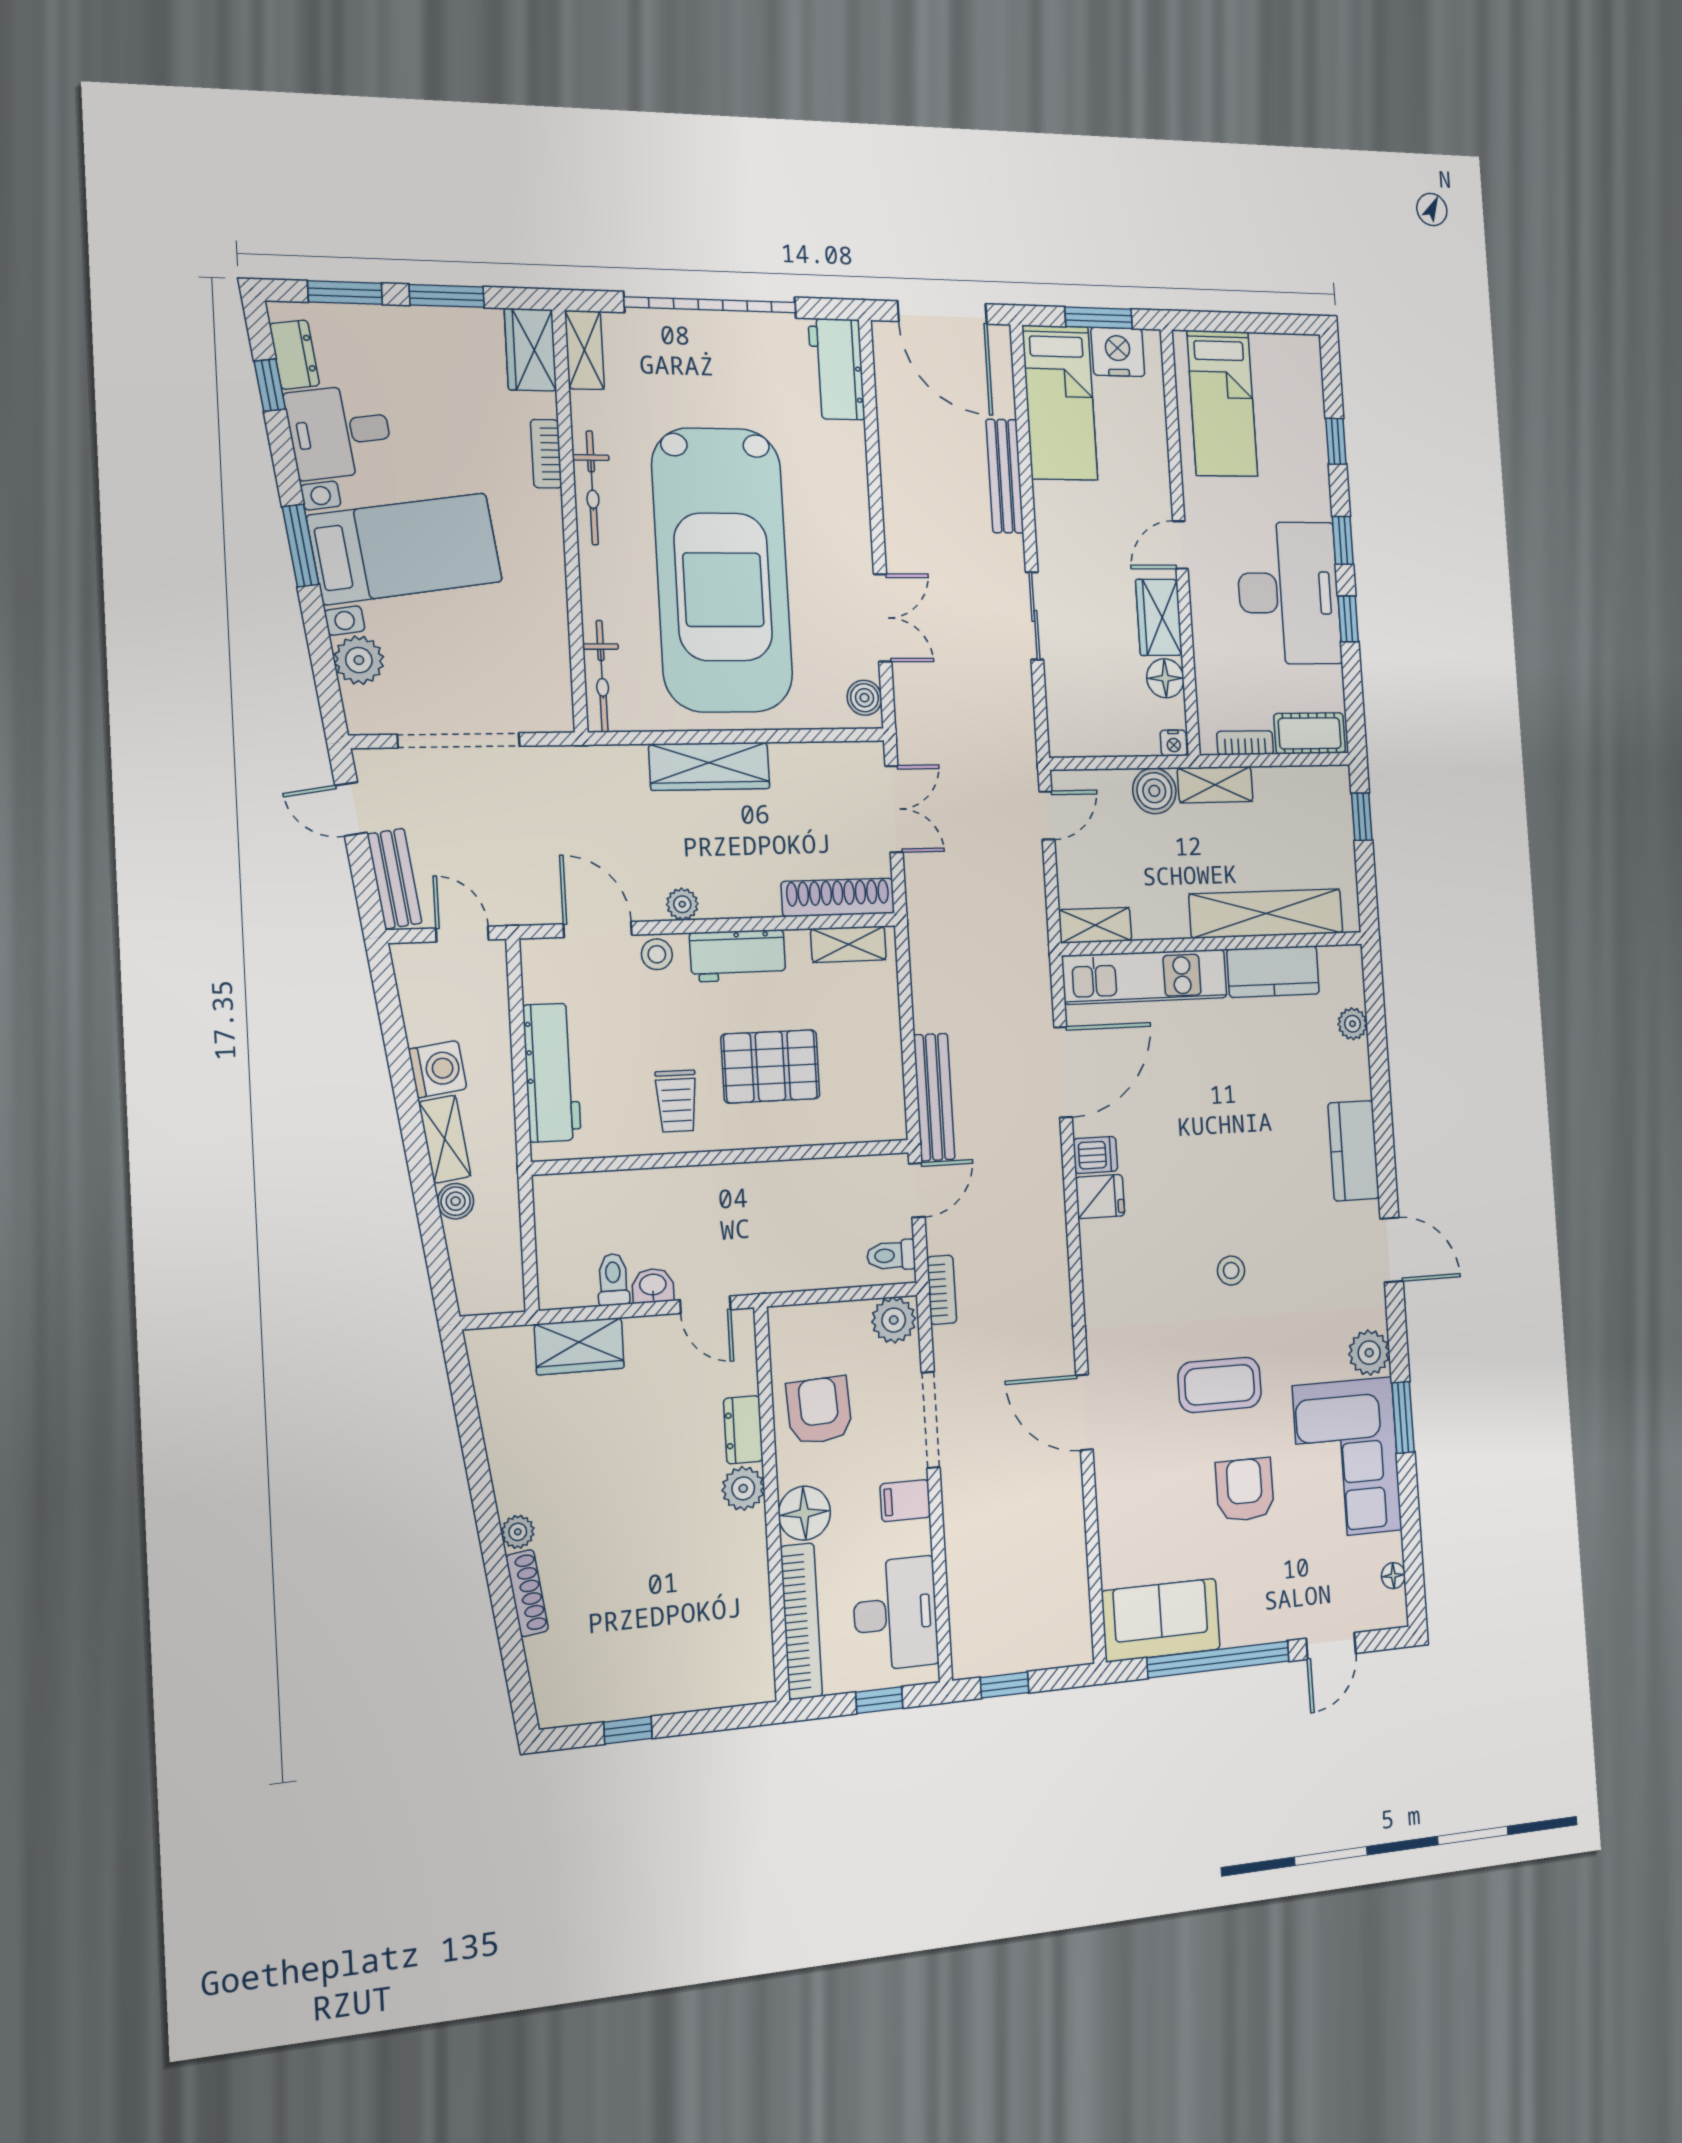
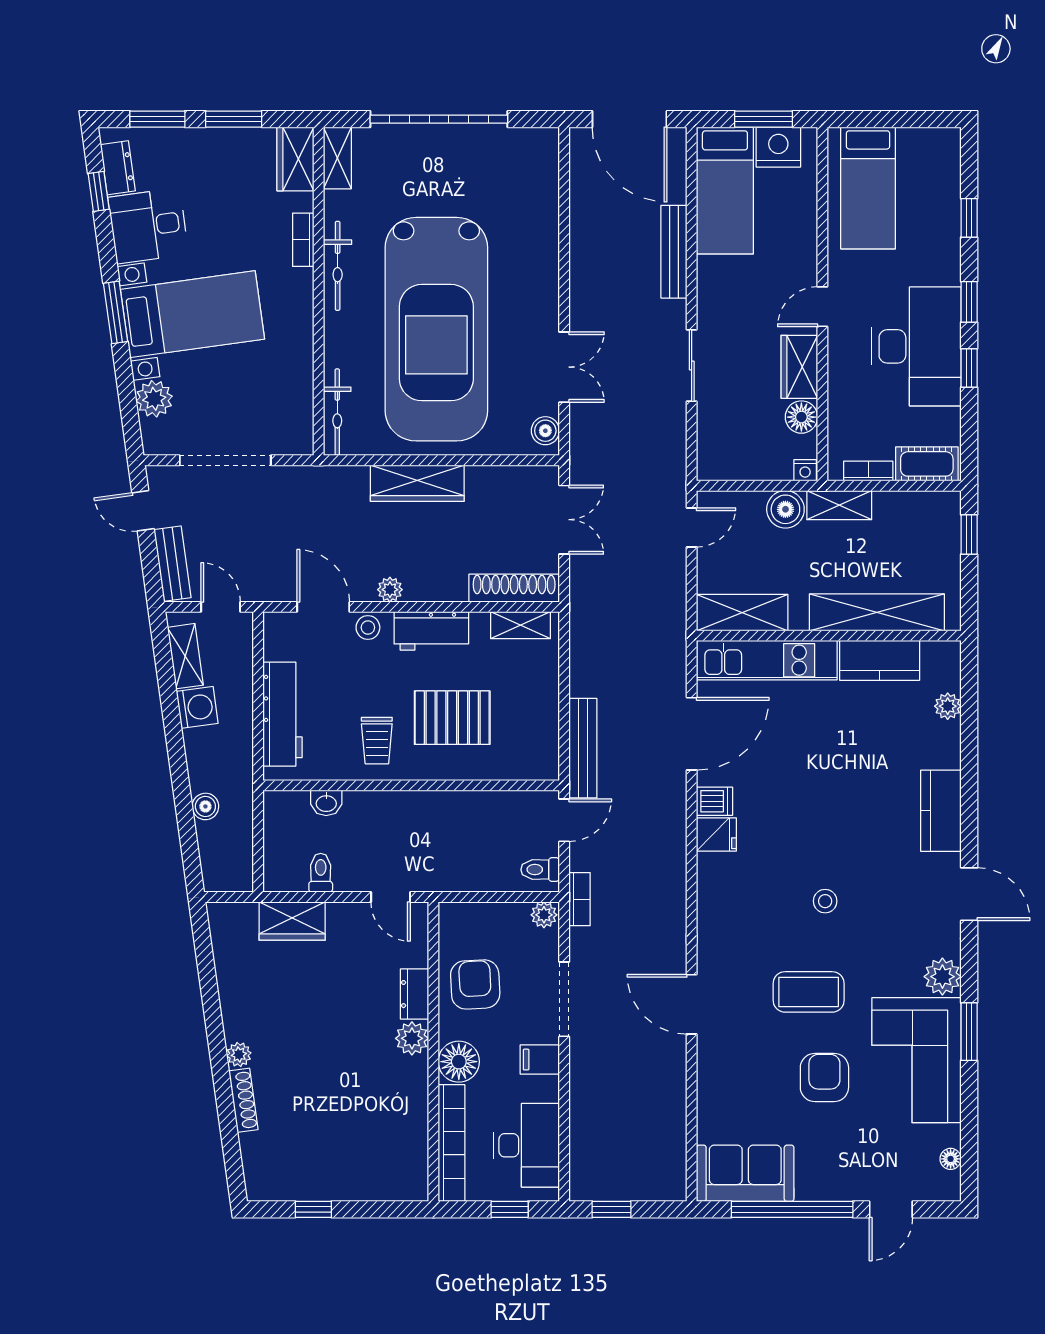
workbench: (837, 369) -> (538, 168), removed
shelving: (1095, 925) -> (742, 613), width x1.50, depth x1.33
shelving: (445, 1139) -> (185, 656), moved
washbasin: (653, 1286) -> (326, 803), moved, turned 180
plant: (894, 1320) -> (544, 915), width x0.73, depth x0.73

